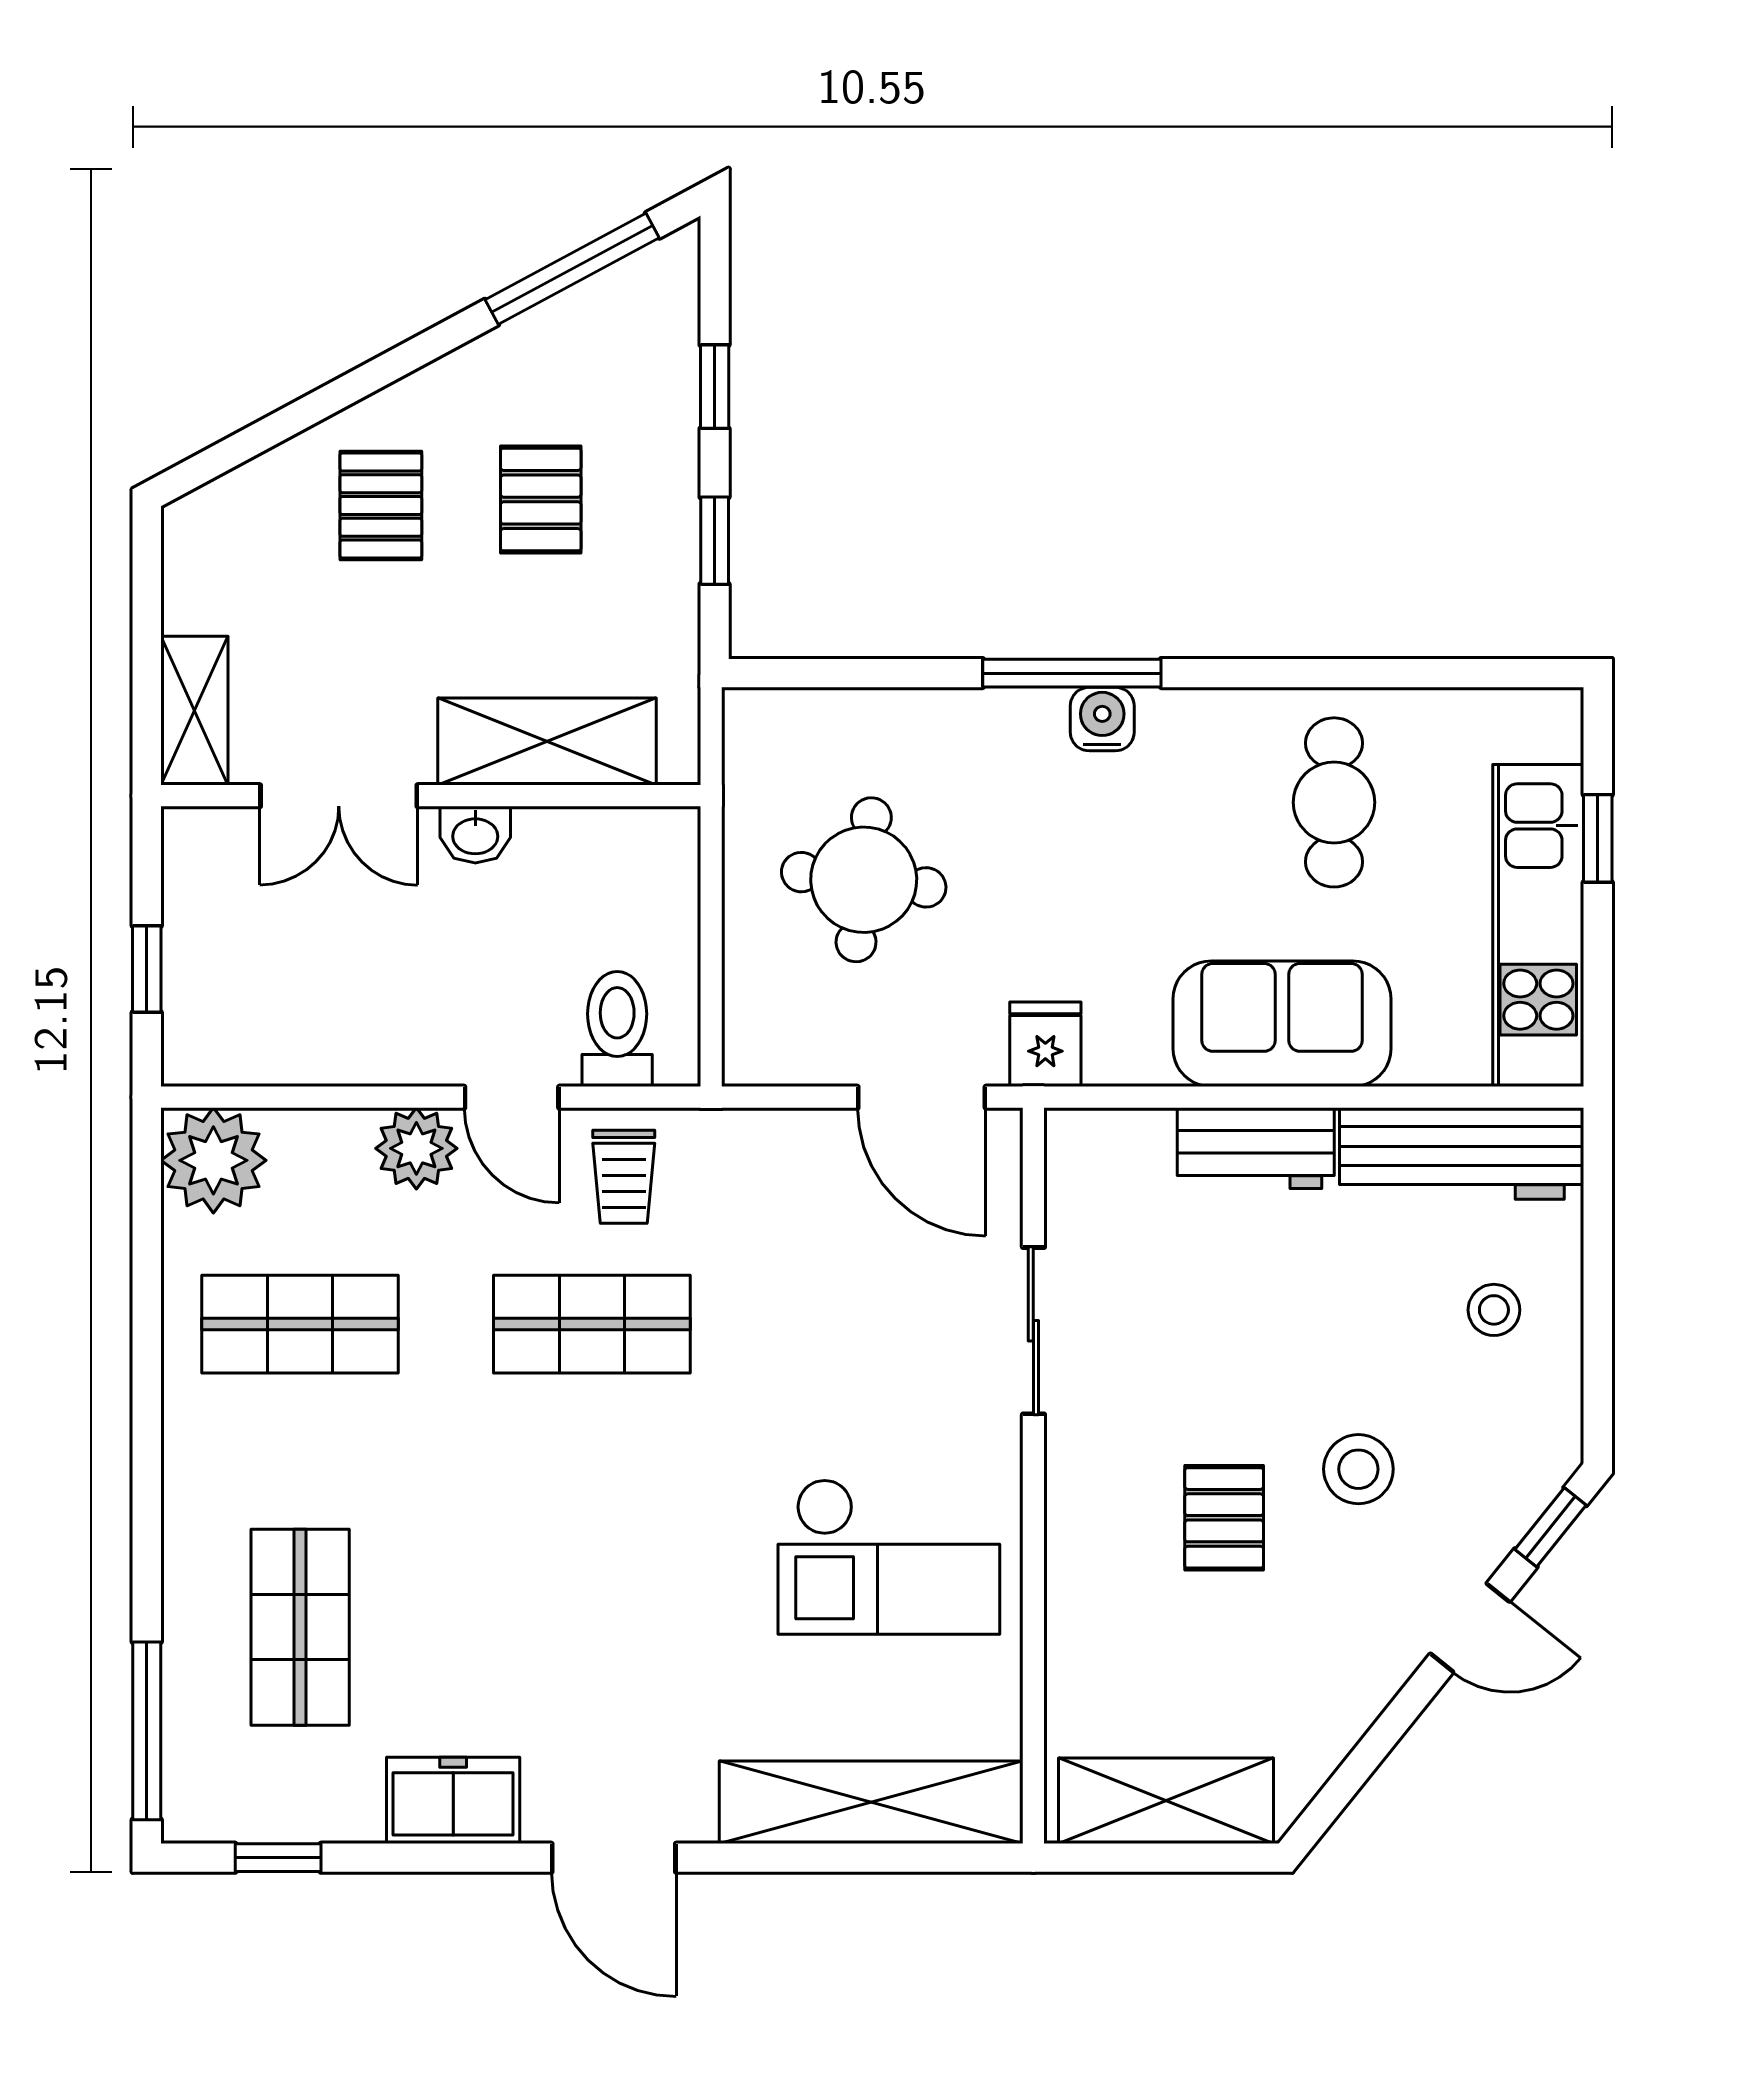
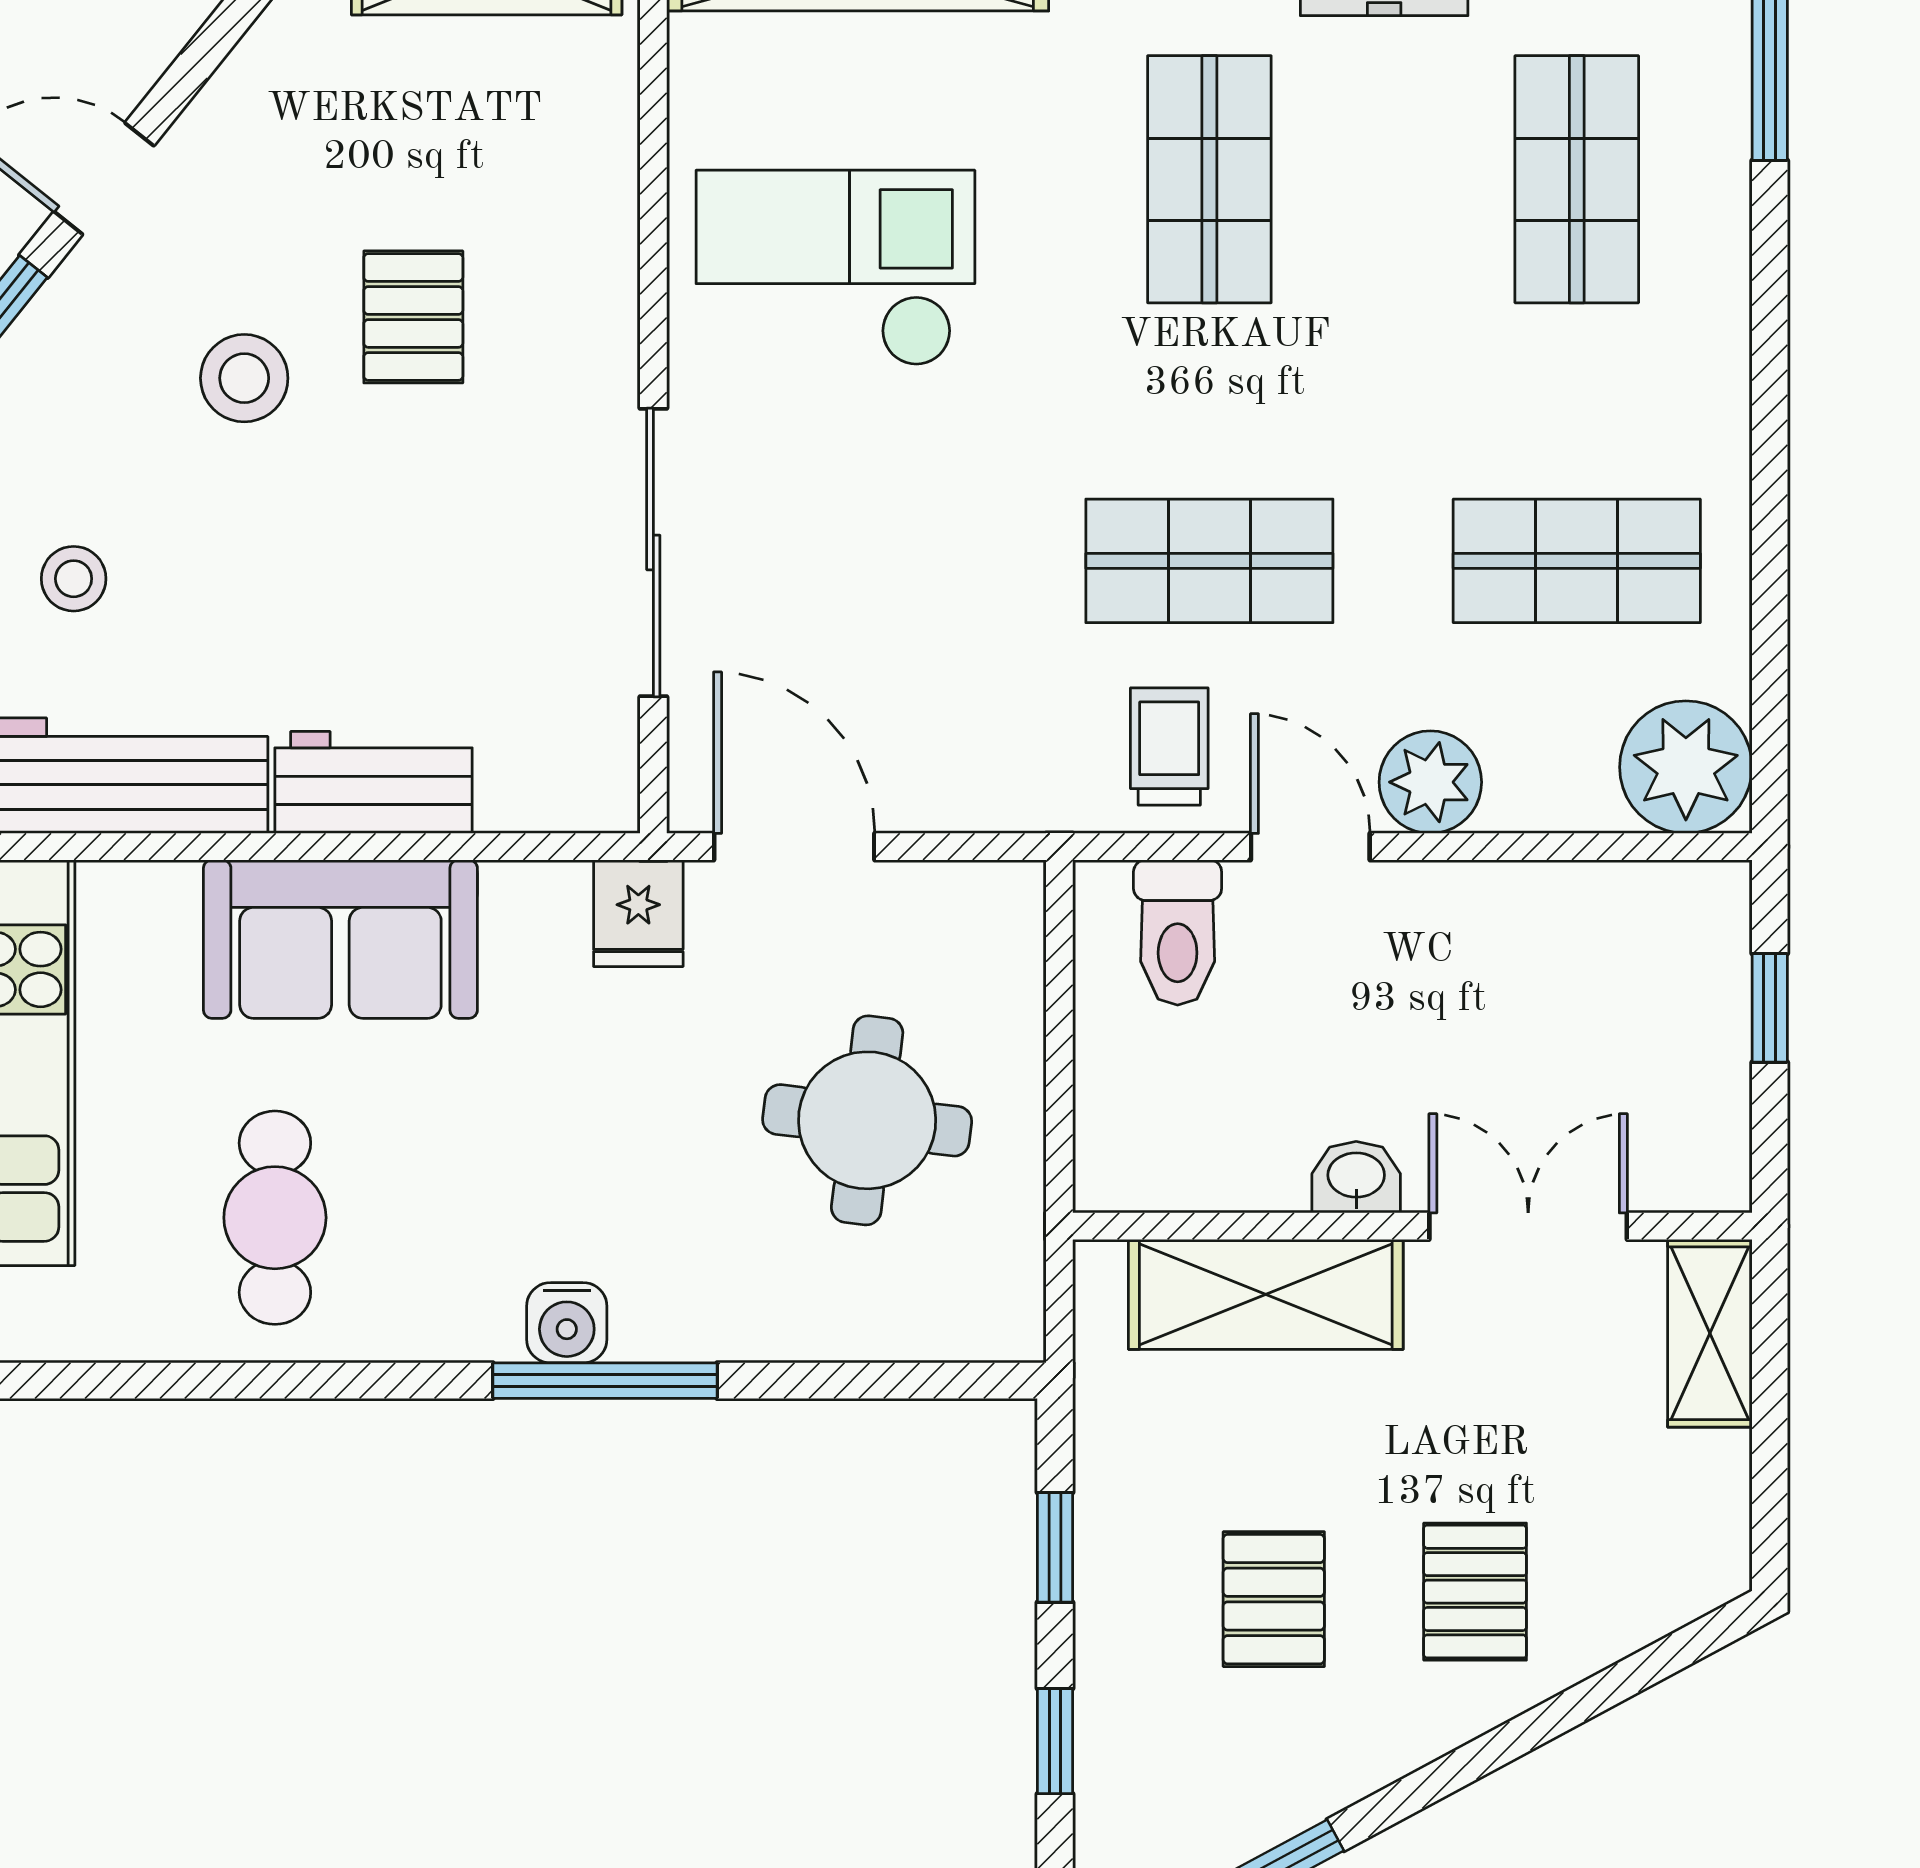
sliding door: (1033, 1331) -> (653, 552), width x1.37
shop shelf: (592, 1627) -> (1209, 179), added

